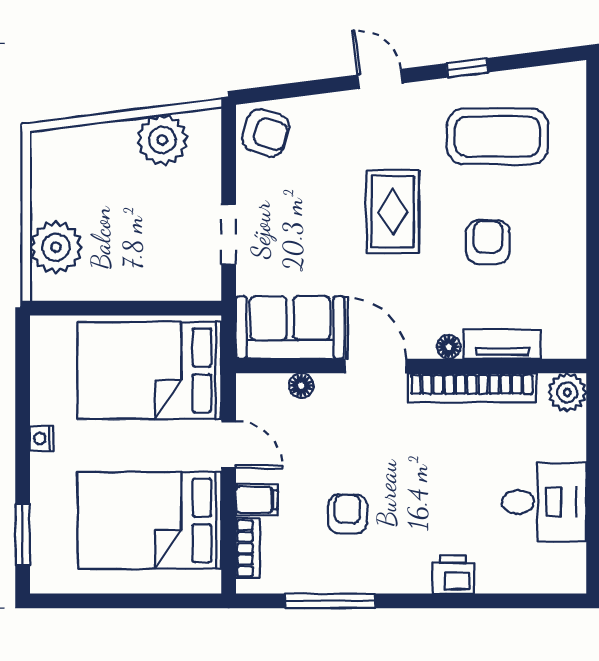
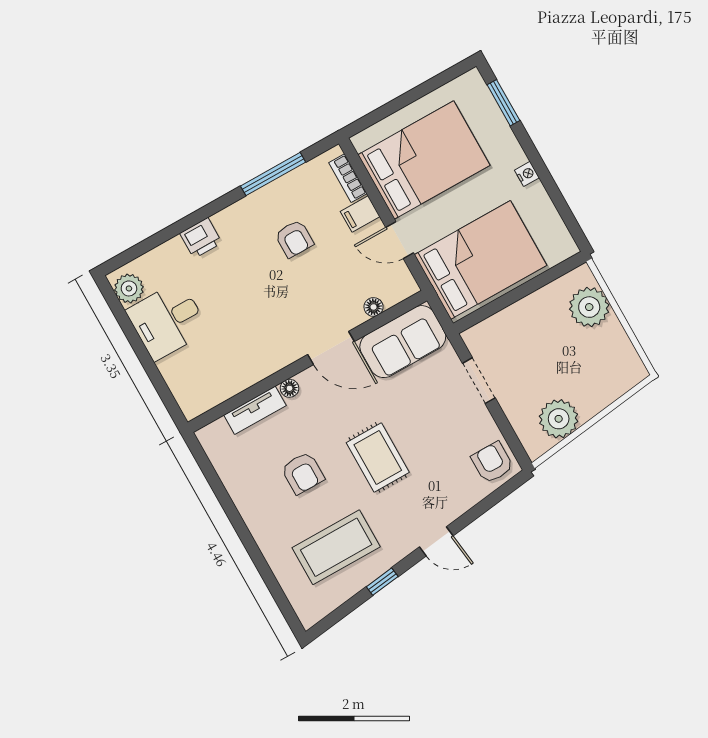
armchair: (266, 133) -> (492, 462), turned 73
bookcase: (472, 388) -> (259, 370), removed
plant: (567, 392) -> (129, 288), moved

